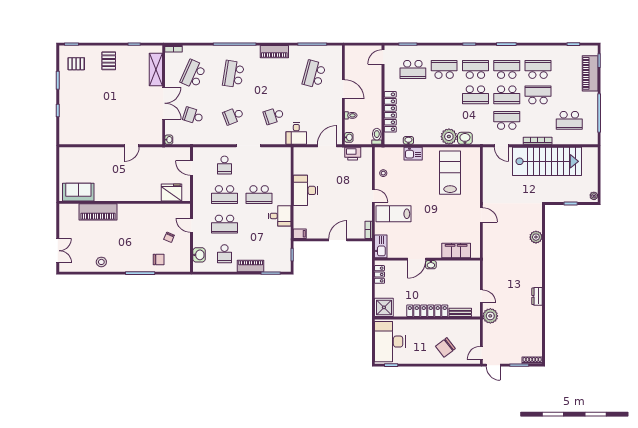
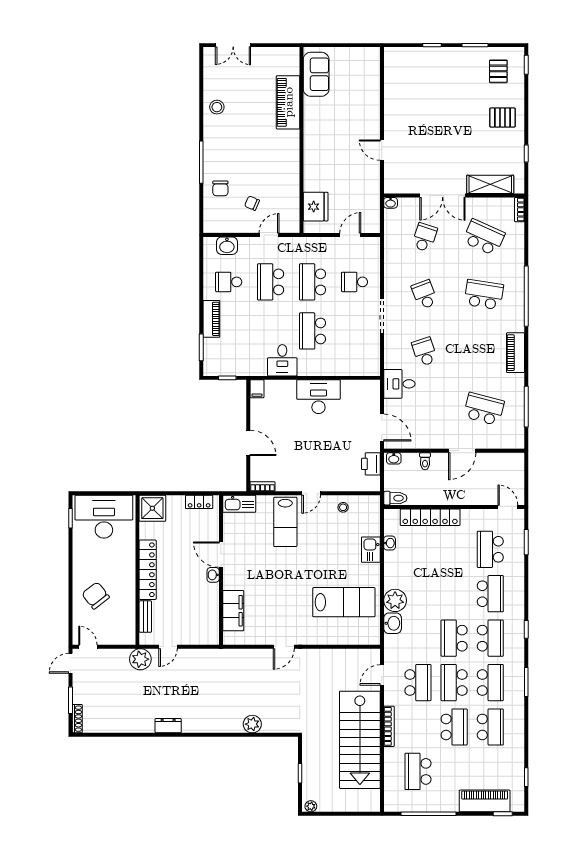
lab bench: (394, 214) -> (285, 522), turned 180

